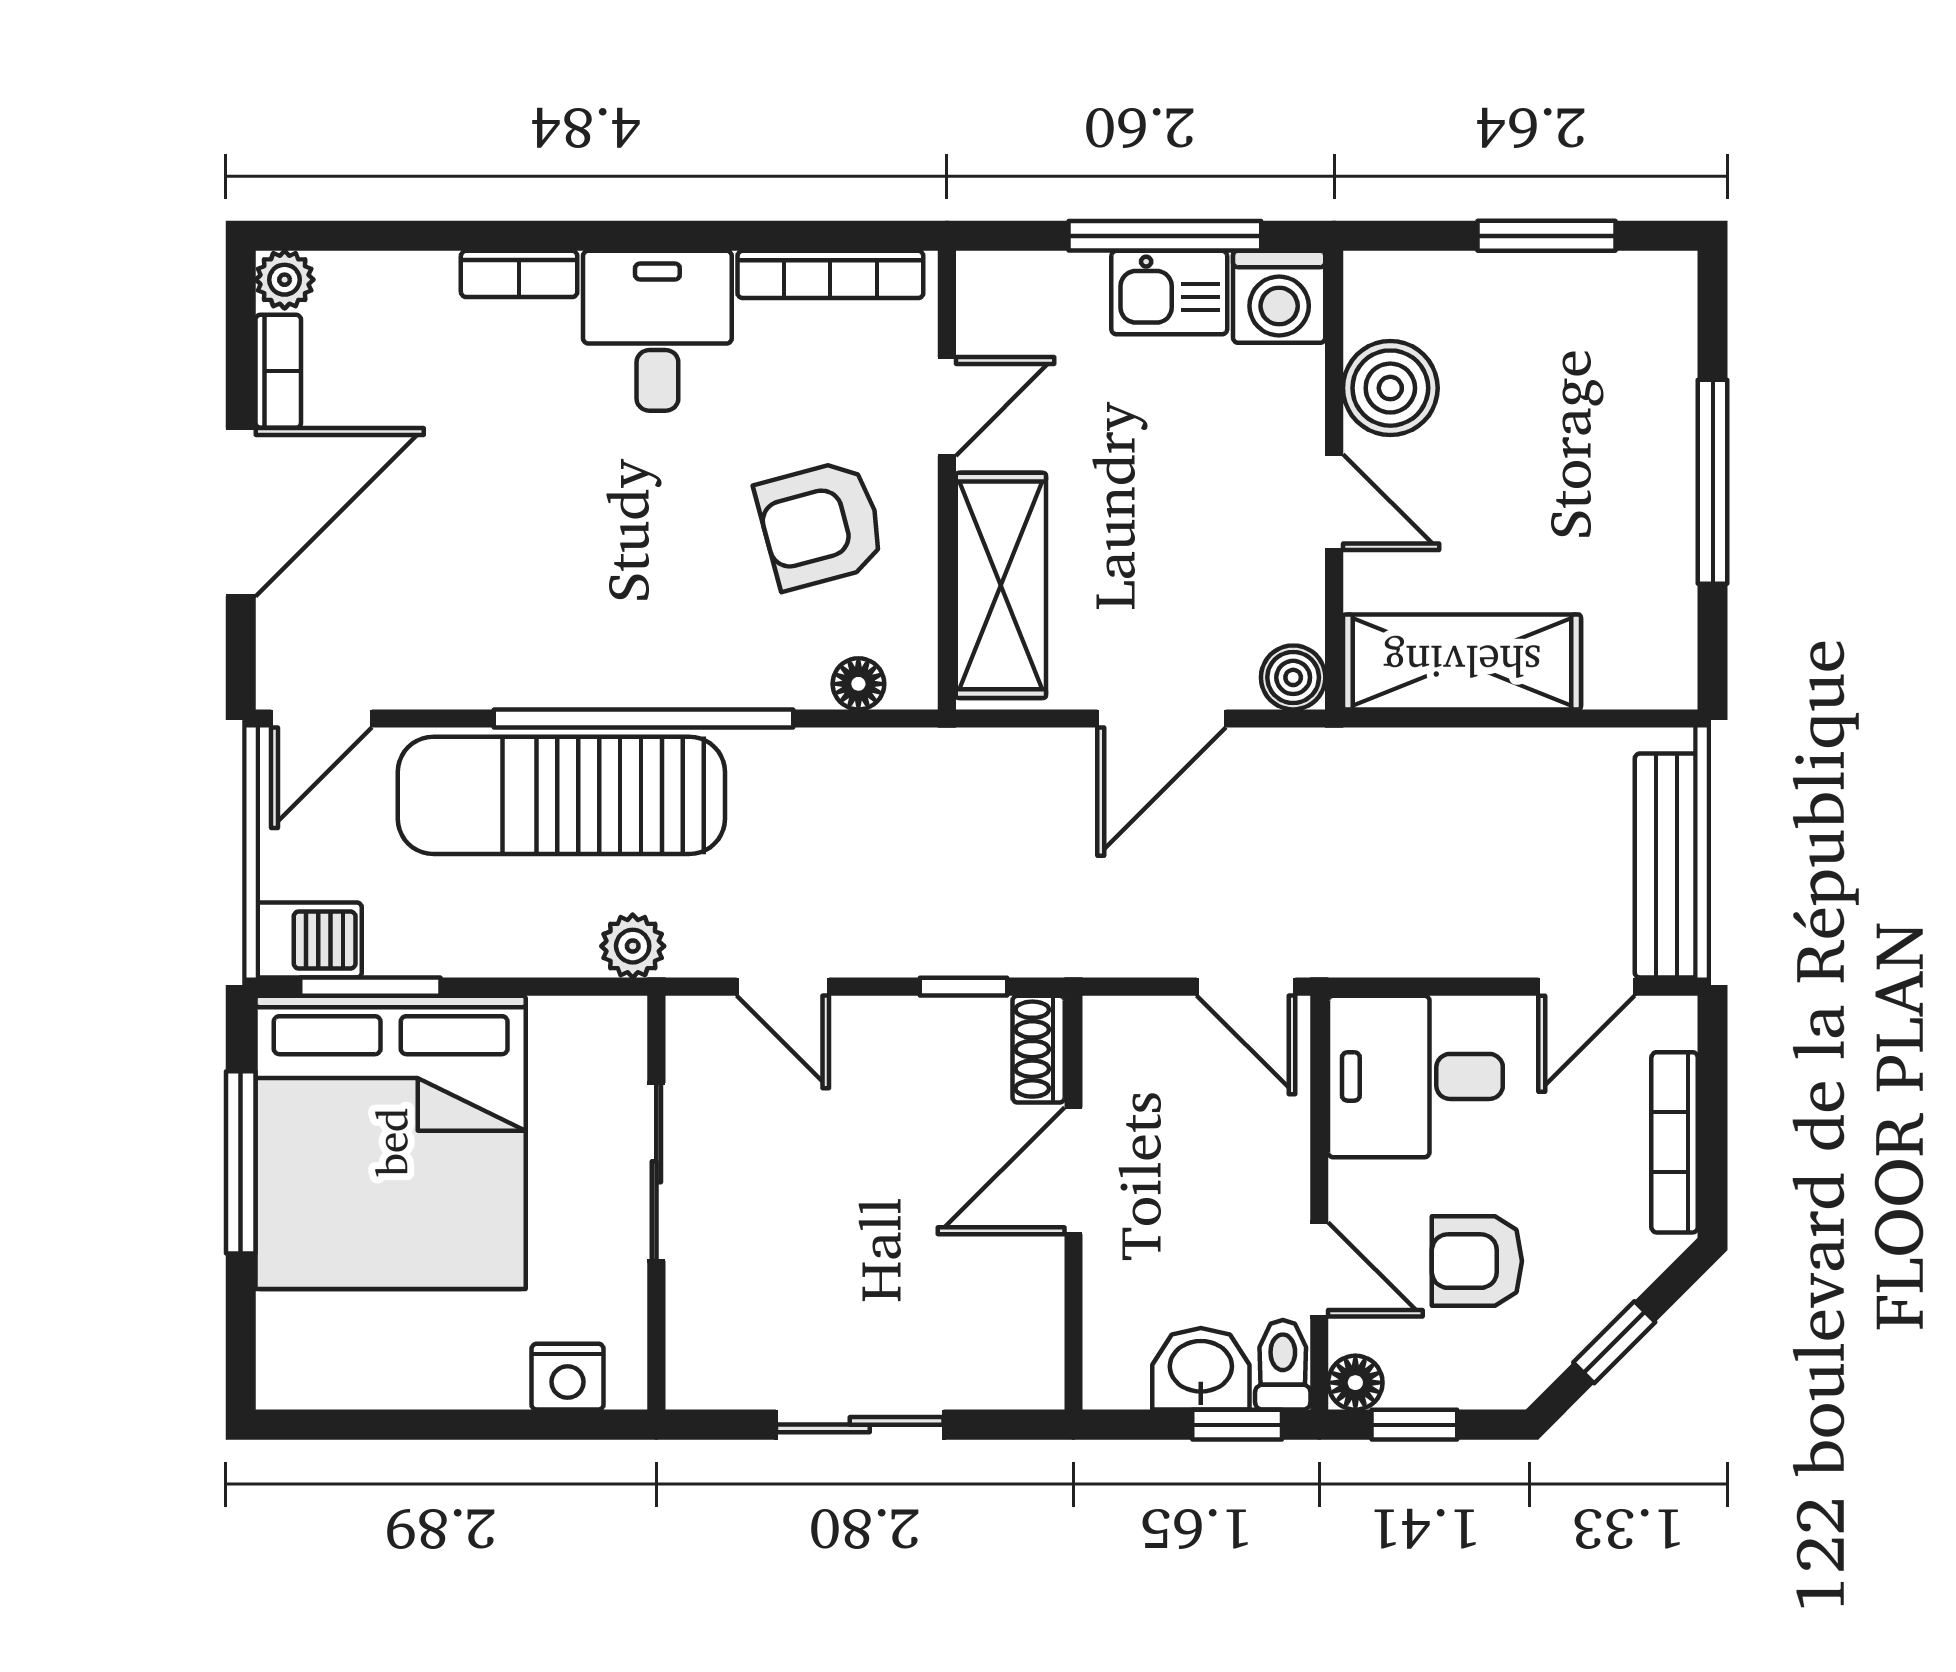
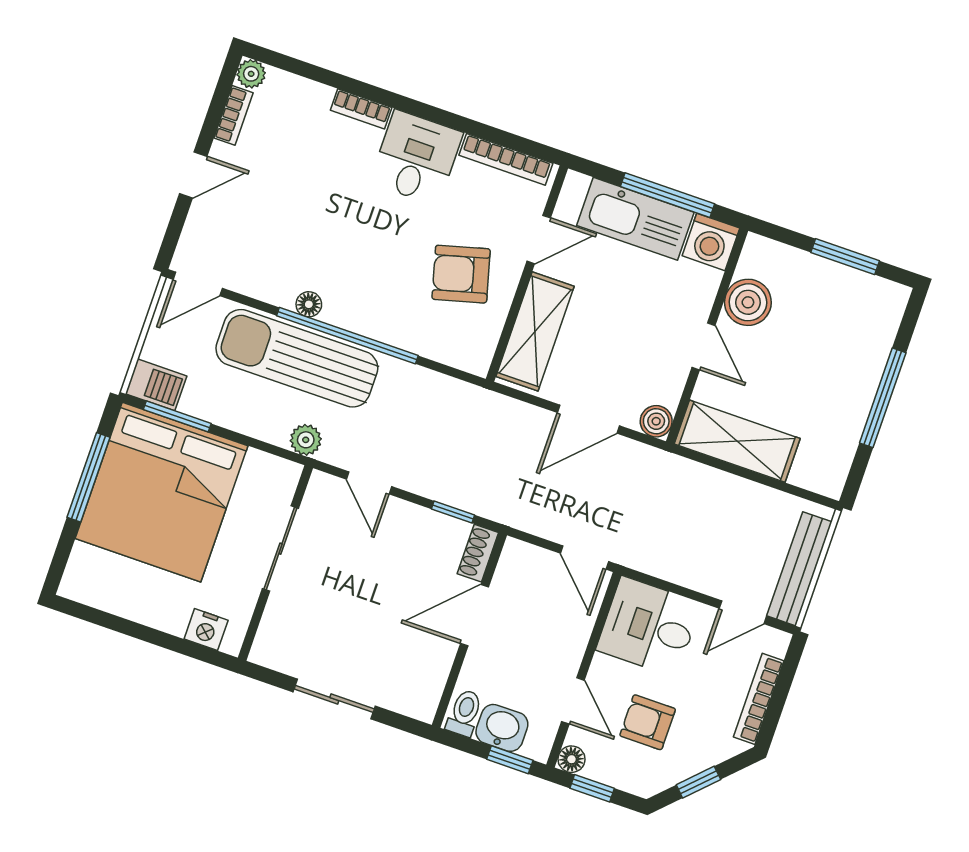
kitchen sink: (1169, 293) -> (635, 219), width x1.88, depth x1.24
door: (241, 512) -> (193, 175), width x0.53
floor lamp: (858, 684) -> (309, 304), moved
toilet: (1283, 1365) -> (464, 713), moved

